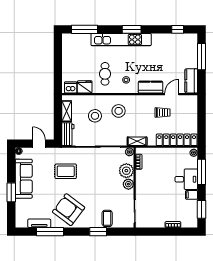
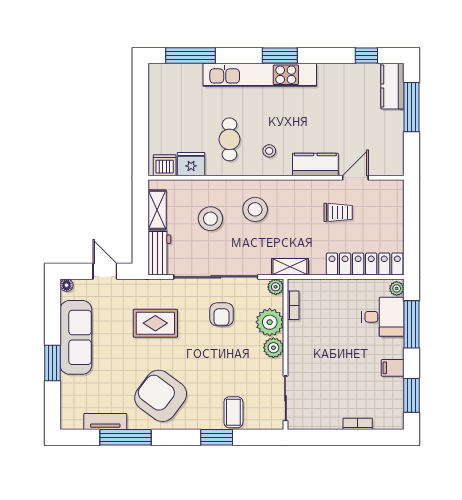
kitchen counter: (191, 81) -> (392, 86), moved
armchair: (101, 166) -> (222, 314), added
desk: (186, 179) -> (383, 317), moved

